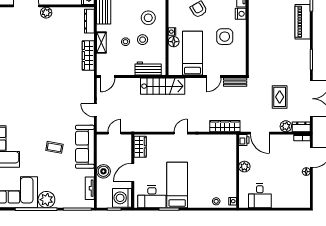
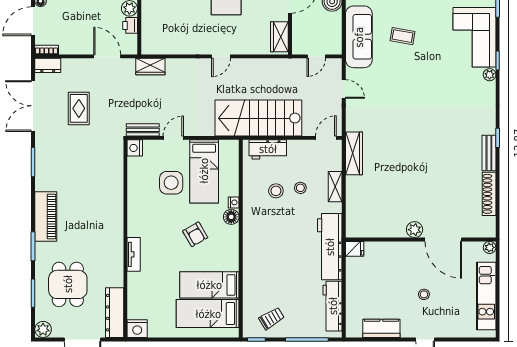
nightstand: (241, 14) -> (135, 148), moved
stool: (148, 18) -> (268, 222), removed
dresser: (89, 21) -> (352, 218), removed
side table: (225, 37) -> (171, 183), moved
floor lamp: (174, 42) -> (231, 217), moved
wardrobe: (88, 55) -> (354, 153), moved
stairs: (163, 86) -> (258, 118), width x1.36, depth x1.51
wardrobe: (225, 126) -> (150, 67), width x0.67
plant: (286, 126) -> (70, 66), removed
printer: (244, 140) -> (130, 25), moved

